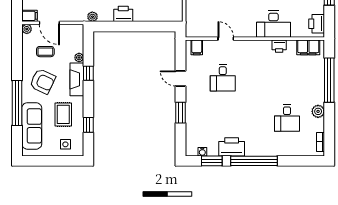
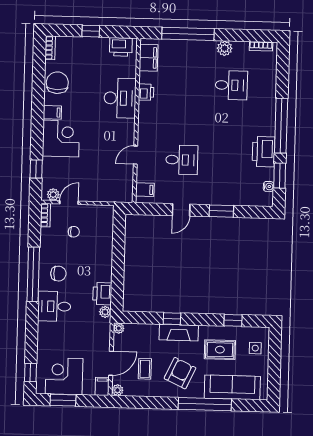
printer: (123, 14) -> (102, 294), moved
plant: (79, 57) -> (119, 328), moved

